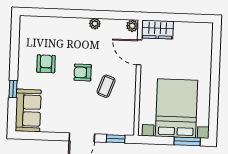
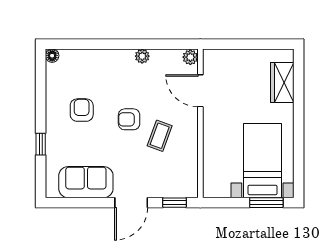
floor lamp: (25, 21) -> (52, 56), added
wardrobe: (157, 30) -> (282, 83), moved, turned 90
bed with nightstands: (177, 108) -> (262, 161), width x0.73
sofa: (28, 110) -> (86, 182), moved, turned -90

